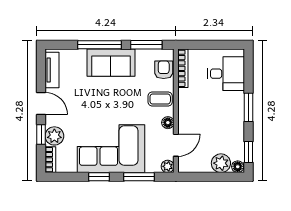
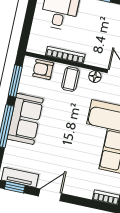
bookcase: (183, 68) -> (65, 55), moved
window: (41, 134) -> (15, 187), moved
plant: (54, 136) -> (84, 189), removed

